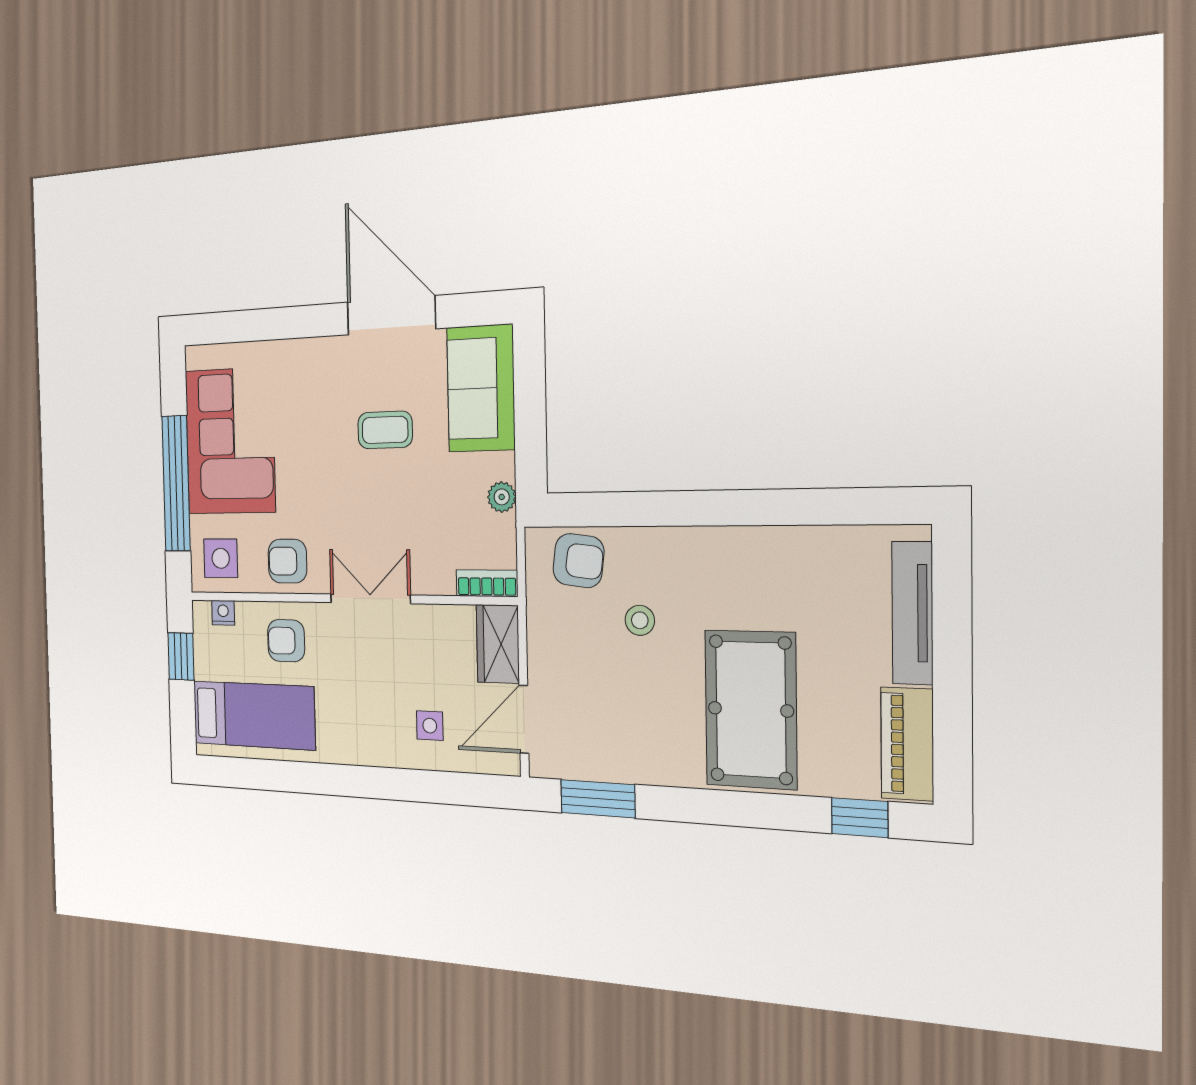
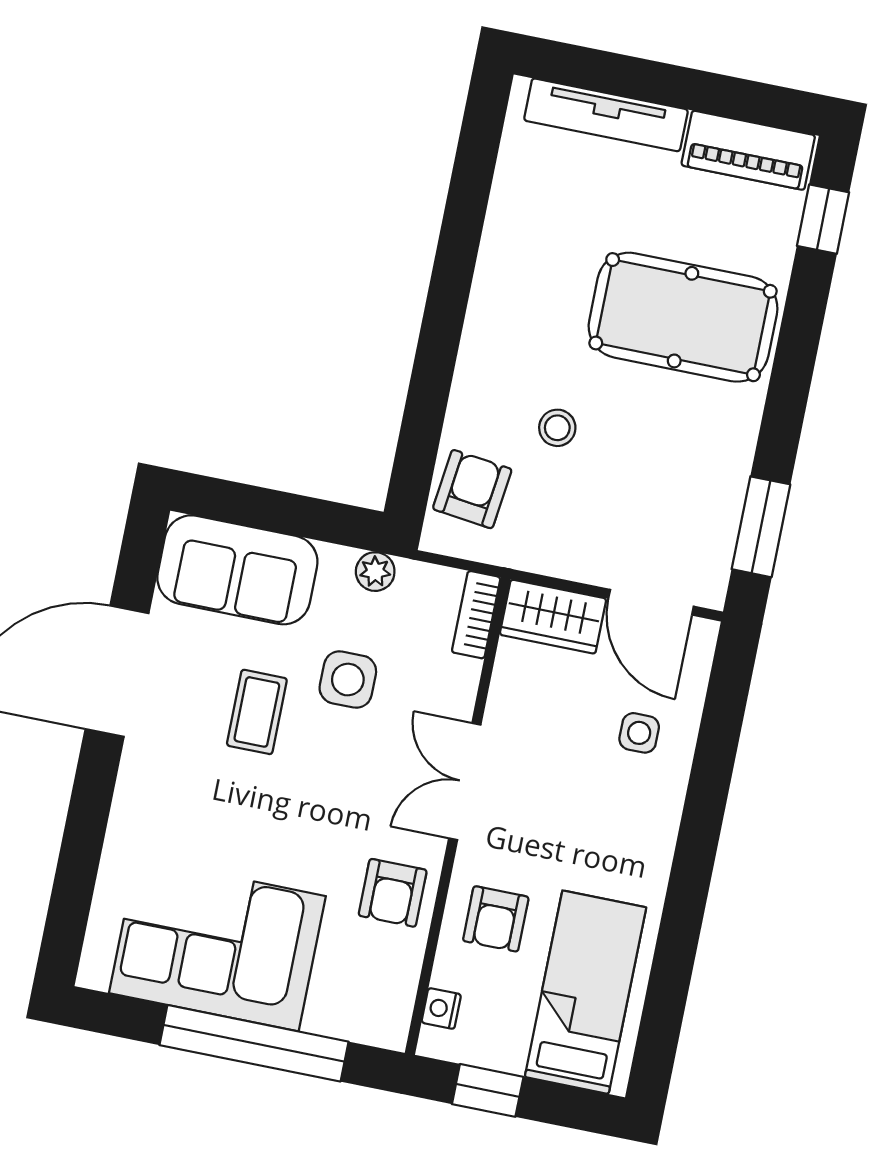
side table: (221, 558) -> (348, 680), moved

